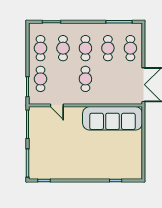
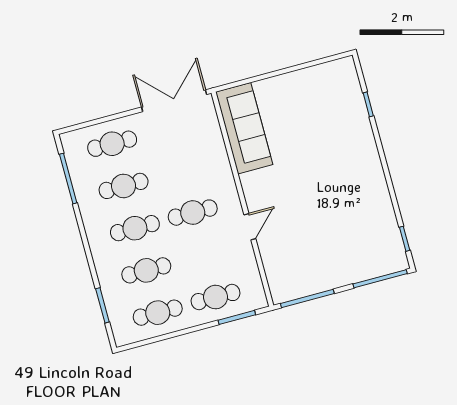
door: (57, 105) -> (250, 227), moved
sofa: (112, 118) -> (244, 128), width x0.74, depth x0.79

